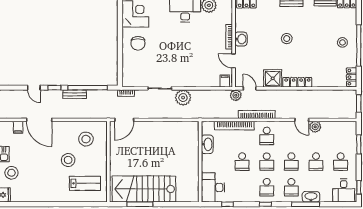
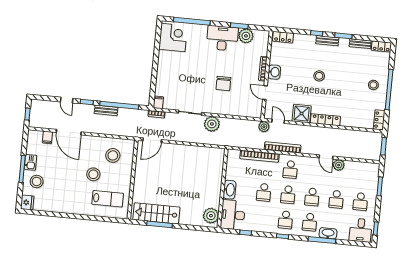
chair: (138, 43) -> (223, 83), moved
filing cabinet: (225, 81) -> (158, 102), moved
washbasin: (207, 144) -> (230, 190), moved
stairs: (144, 189) -> (156, 213), width x0.73, depth x0.66
plant: (191, 190) -> (211, 216), added

